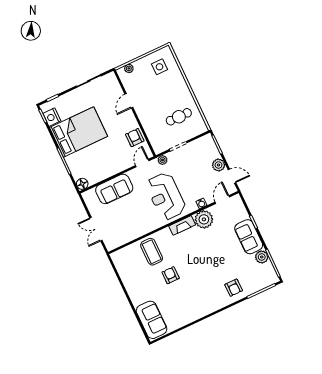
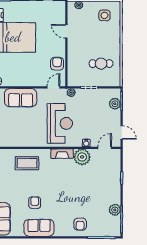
door: (129, 101) -> (66, 31), hinge flipped
plant: (219, 165) -> (115, 104), moved
reception desk: (166, 196) -> (60, 123), turned 180
sofa: (249, 237) -> (39, 228), moved, turned 90
coffee table: (152, 252) -> (27, 163), turned 90
armchair: (171, 275) -> (35, 203), moved

